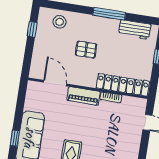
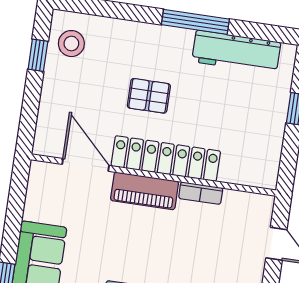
stool: (60, 22) -> (71, 44), moved
workbench: (135, 30) -> (236, 52), width x1.38
locker: (123, 85) -> (166, 159), moved

